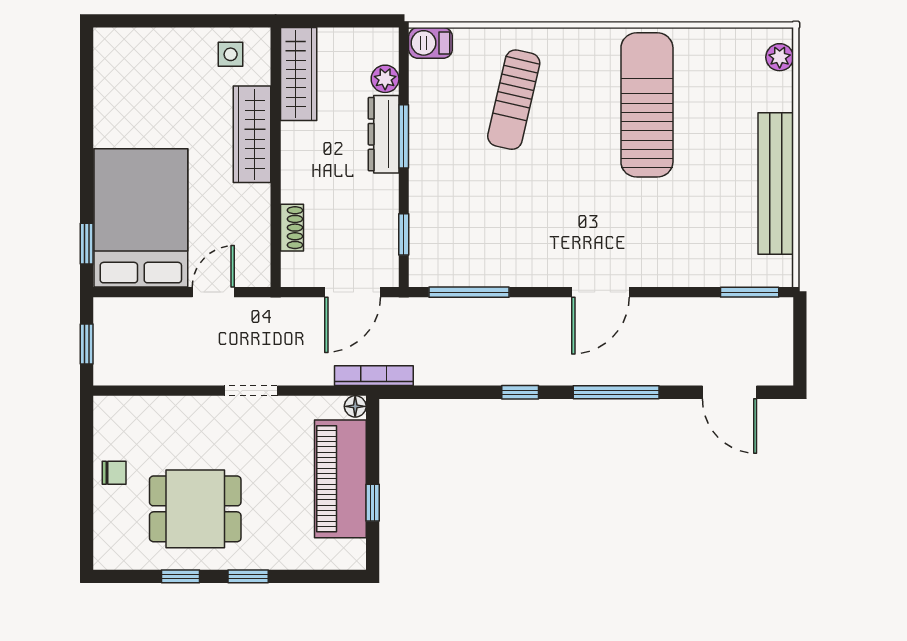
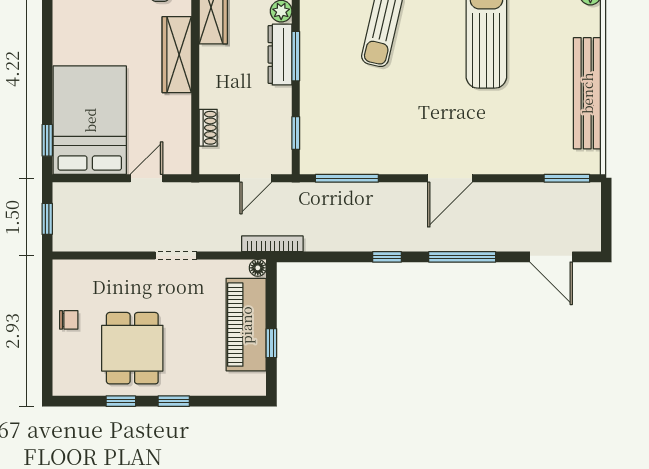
door: (353, 292) -> (256, 178), width x0.73
dining table: (195, 509) -> (132, 348), turned 90

